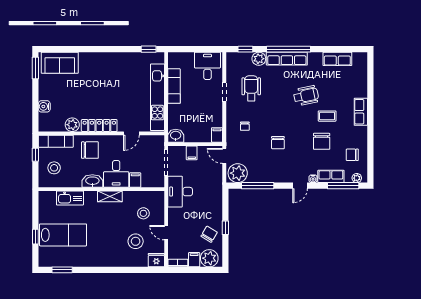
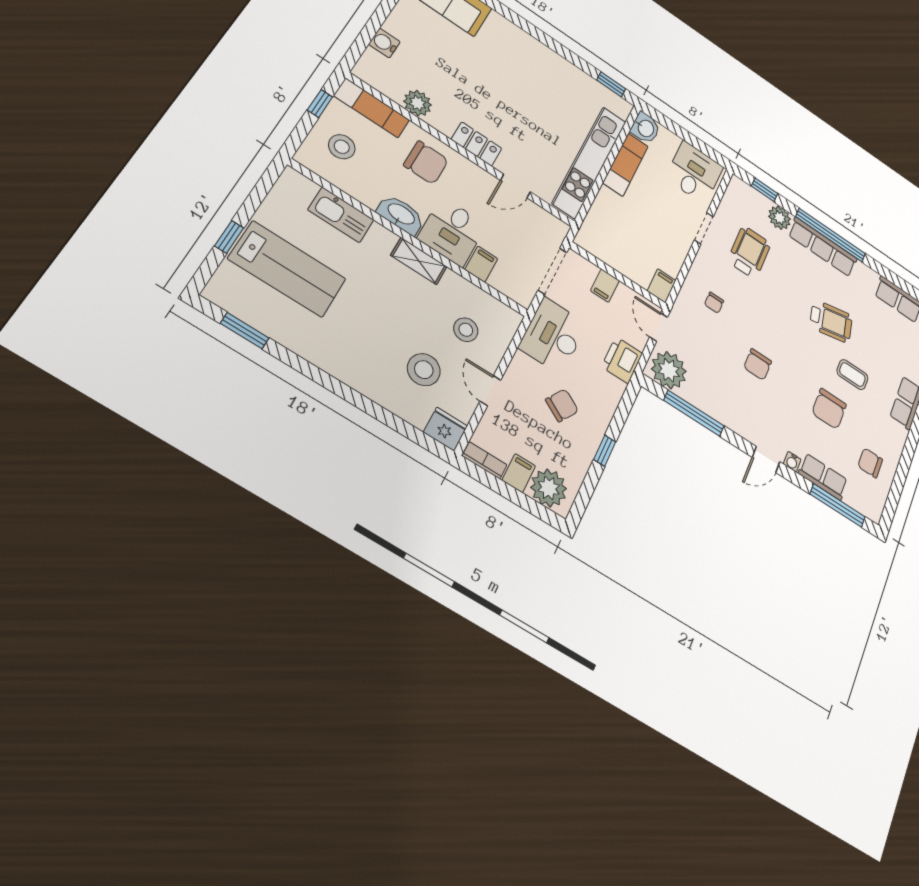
locker: (99, 126) -> (477, 144), width x0.66
washbasin: (176, 136) -> (645, 128), moved, turned 90
plant: (357, 178) -> (864, 507), removed
printer: (215, 182) -> (622, 360), added
chair: (209, 234) -> (562, 405), moved

